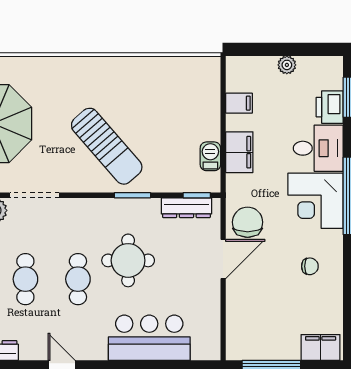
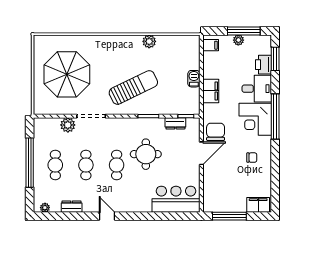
window: (296, 49) -> (244, 31), added
plant: (134, 67) -> (149, 41), added
filing cabinet: (239, 103) -> (211, 45), moved
sun lounger: (107, 146) -> (133, 87), turned -75
barbecue: (210, 156) -> (194, 79), moved
dresser: (186, 208) -> (175, 123), width x0.70
bar counter: (149, 338) -> (176, 199), moved

